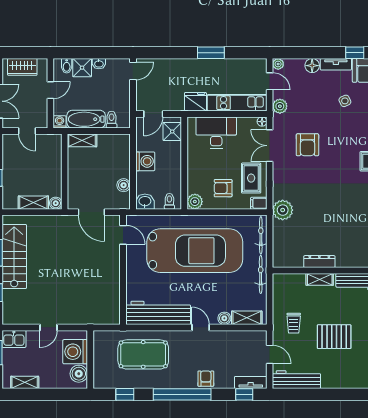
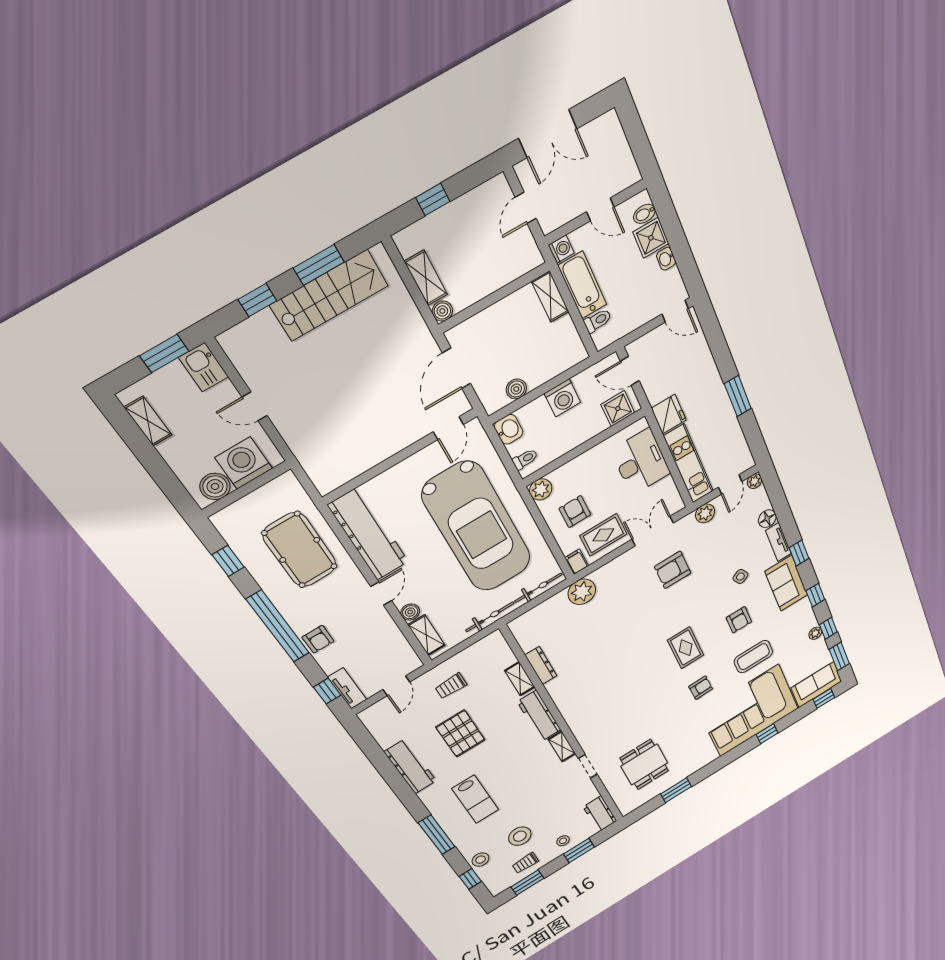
wardrobe: (22, 67) -> (616, 147), removed
floor lamp: (262, 122) -> (678, 505), removed
armchair: (206, 379) -> (318, 639), turned 90
workbench: (296, 380) -> (410, 766), moved

